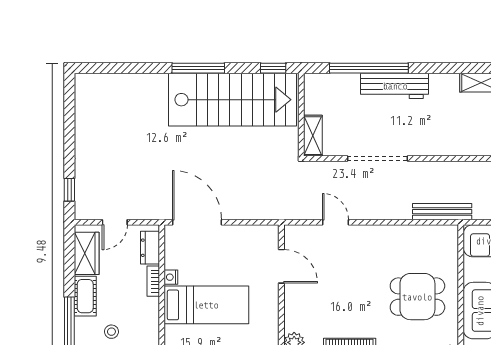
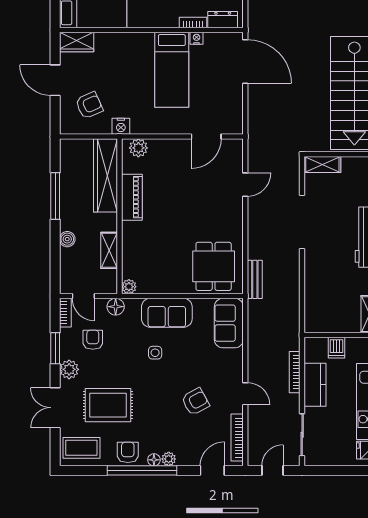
bench: (442, 212) -> (255, 279), width x0.73
door: (197, 222) -> (245, 62), hinge flipped
dining table: (417, 297) -> (214, 266), moved

